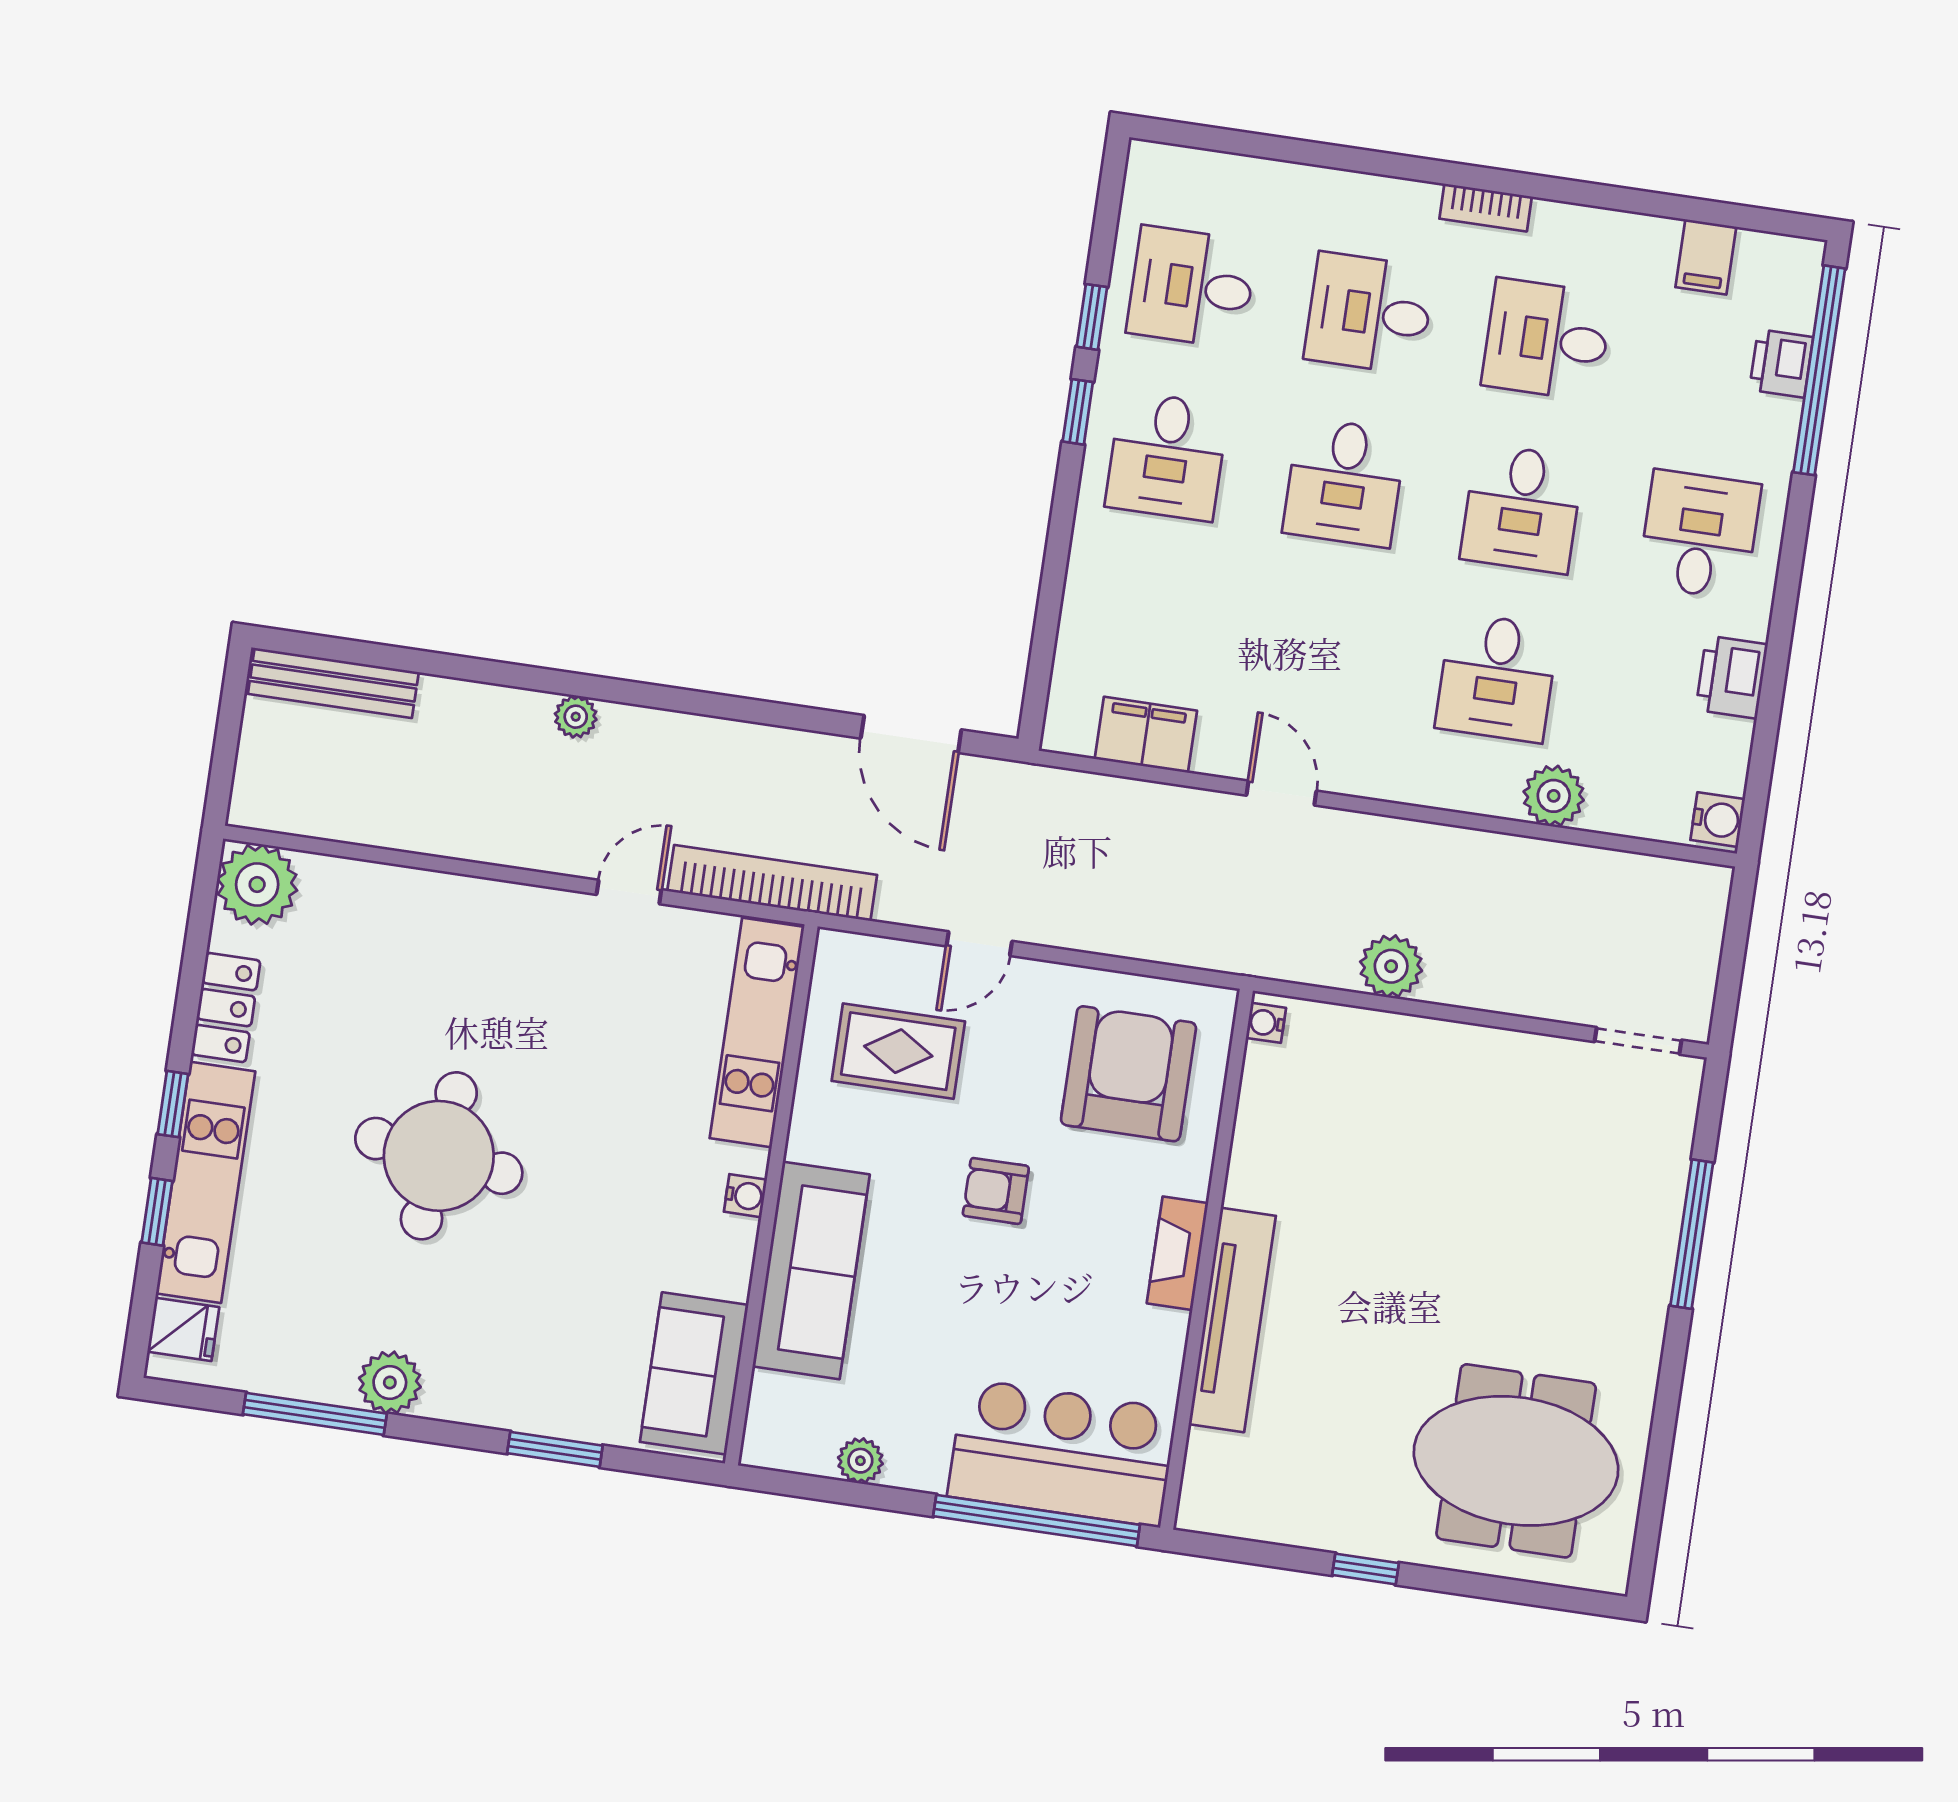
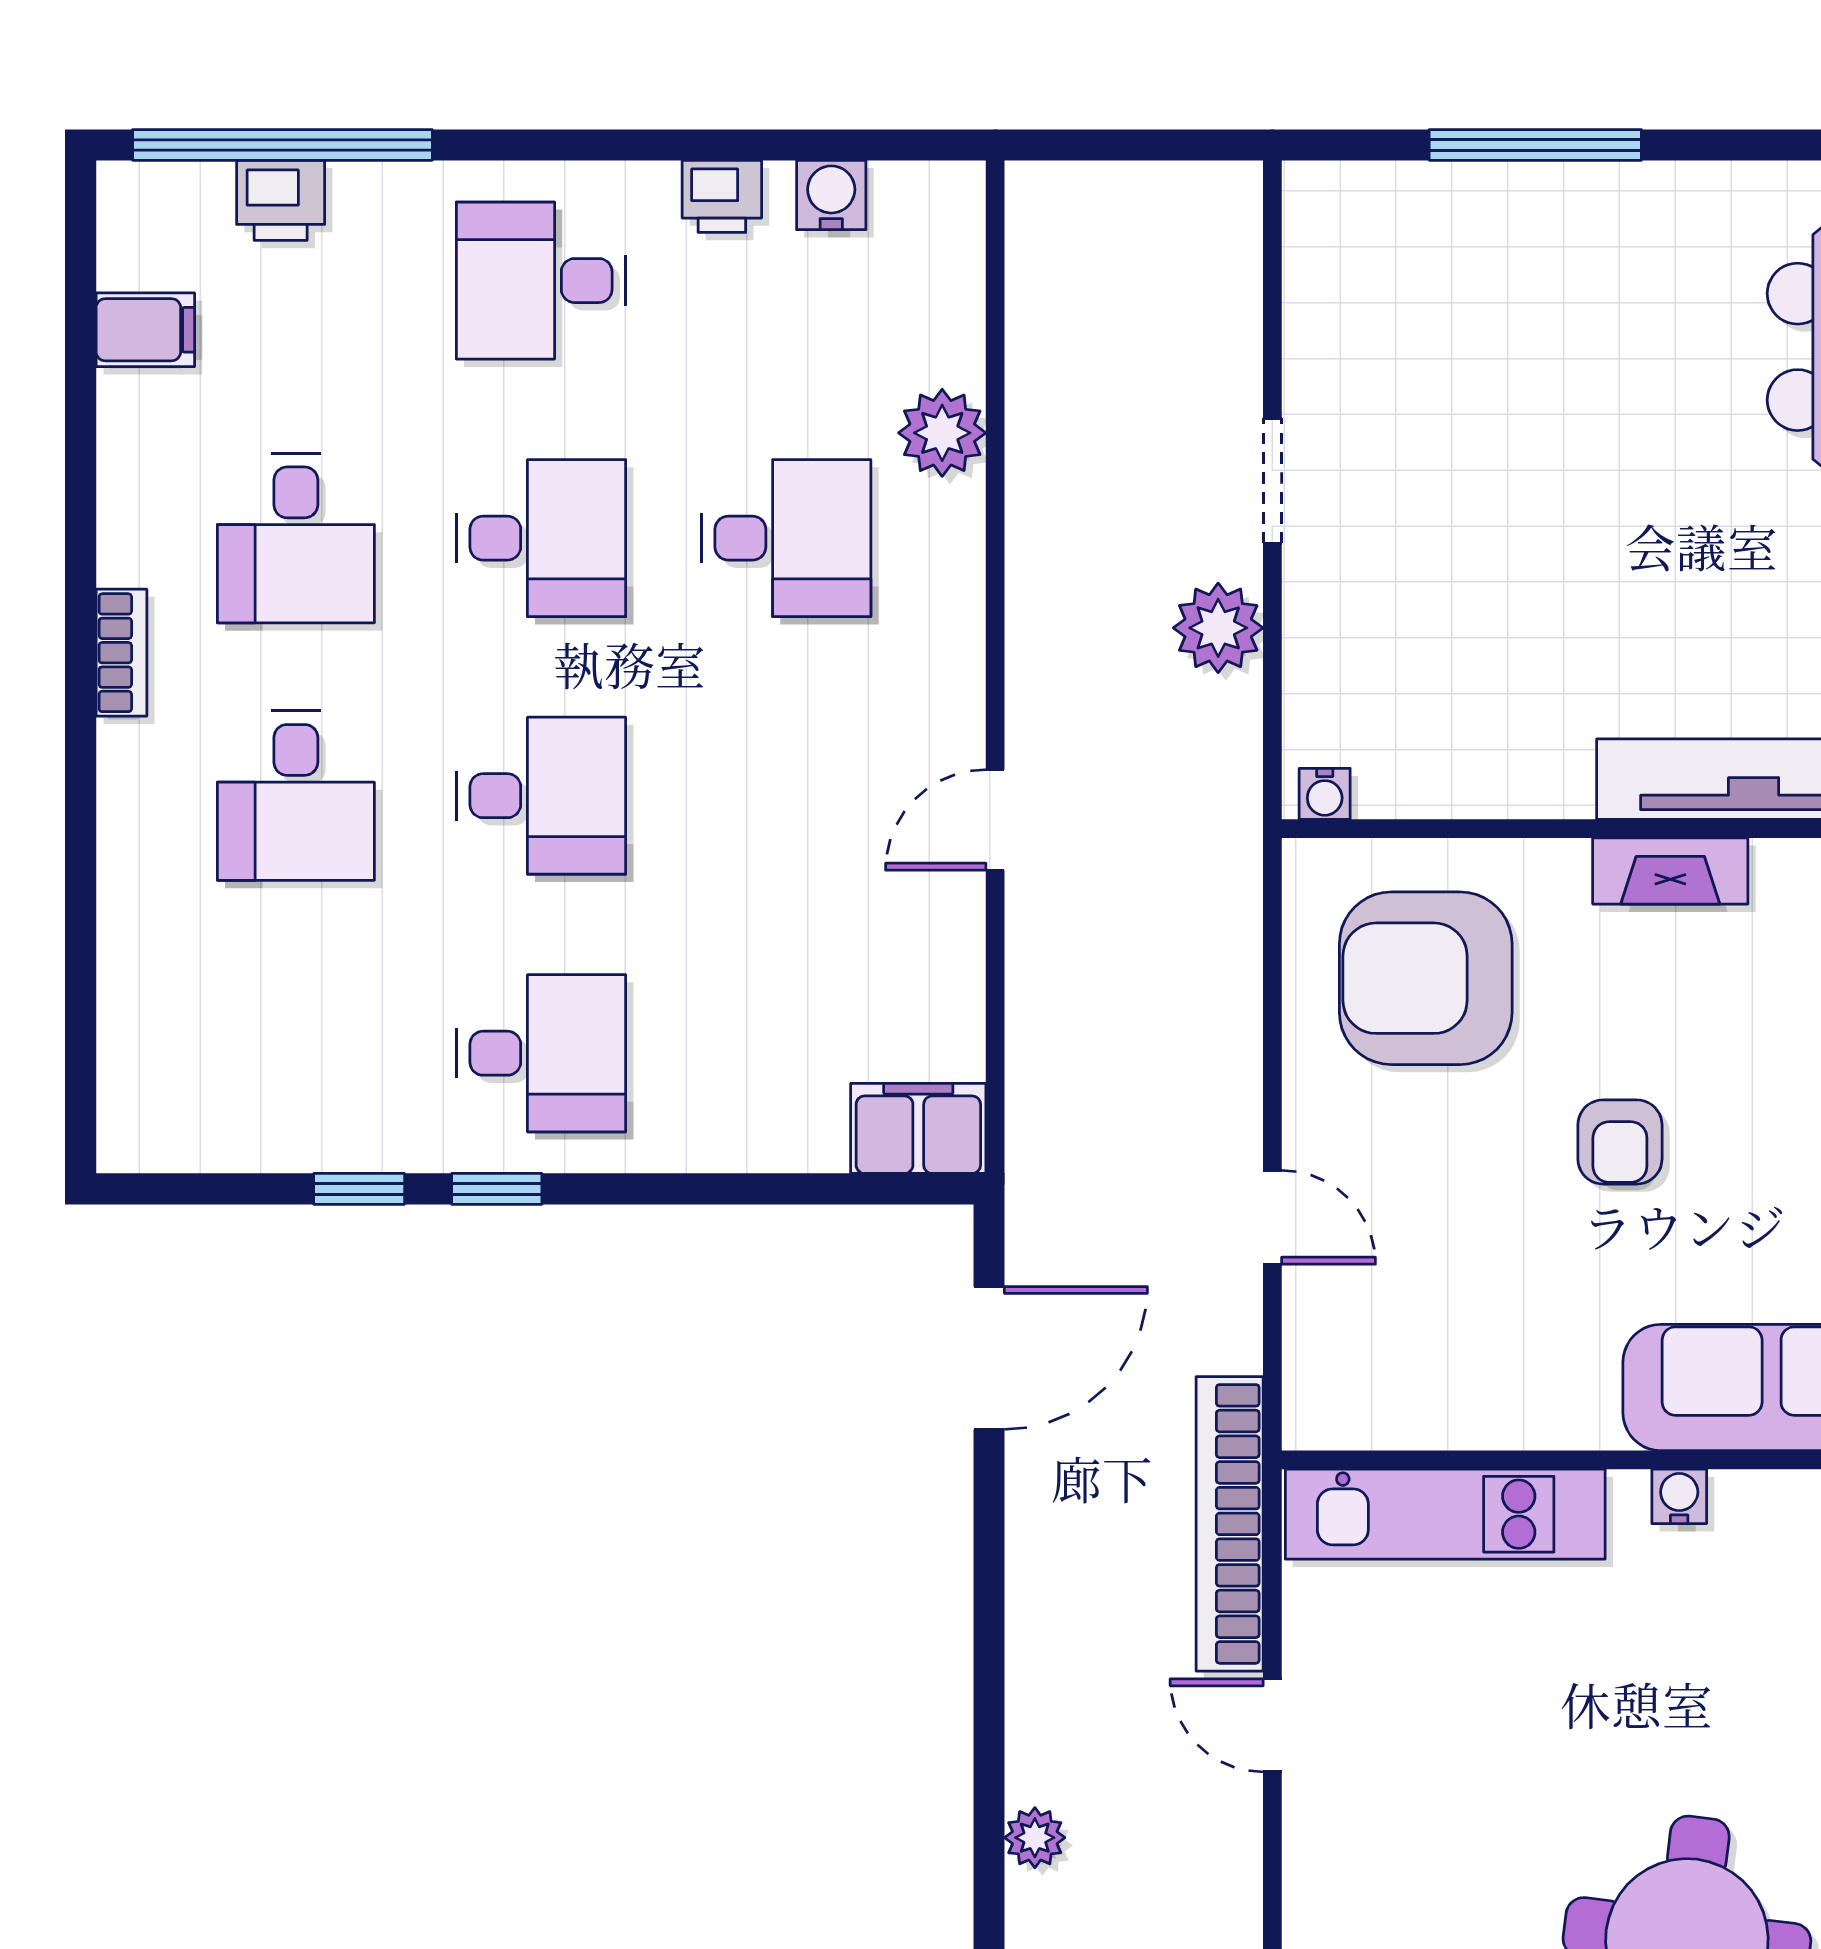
desk: (1192, 287) -> (296, 1053), removed
printer: (1732, 677) -> (722, 196), width x0.73, depth x0.81
filing cabinet: (1146, 735) -> (918, 1128), moved, turned 90
water cooler: (1718, 820) -> (831, 195), moved
doorway: (1638, 1041) -> (1272, 481), moved
rug: (898, 1051) -> (1442, 1310), removed

